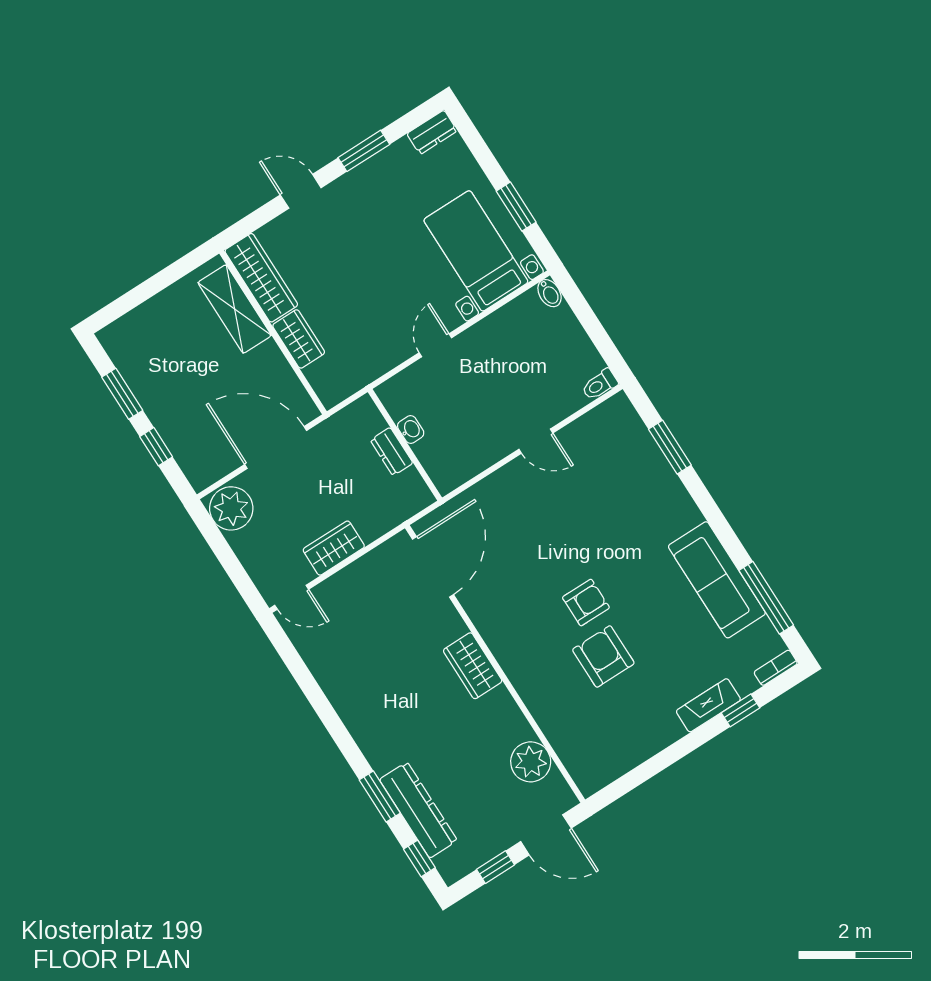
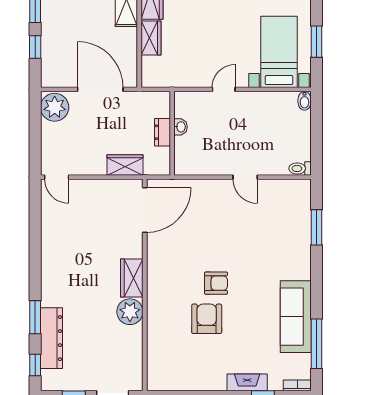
wardrobe: (334, 548) -> (125, 165), moved
plant: (531, 762) -> (130, 312), moved

